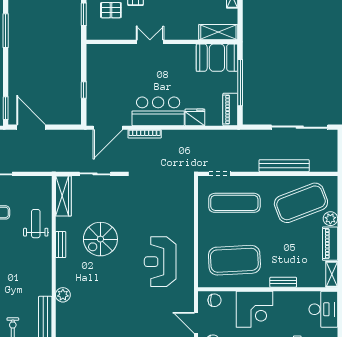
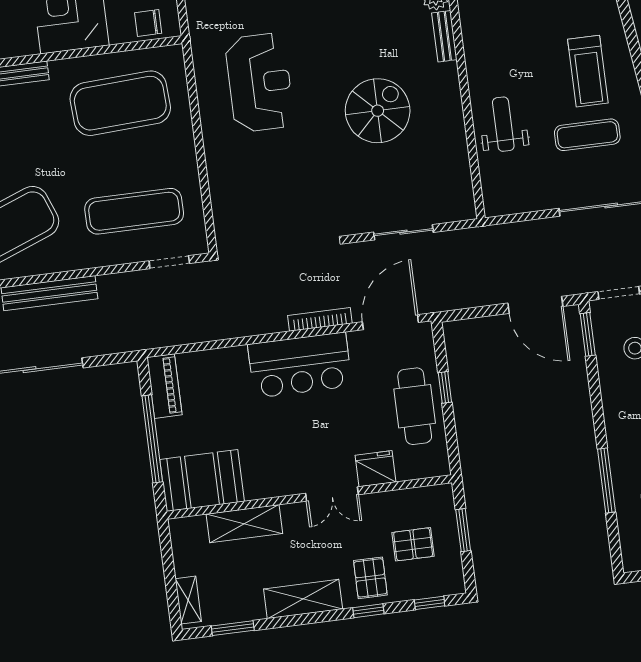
shelving: (218, 32) -> (244, 524), moved
cafe table: (101, 82) -> (415, 406), added
fridge: (195, 117) -> (375, 469), moved, turned 180
wardrobe: (63, 196) -> (458, 183), removed
weight bench: (36, 224) -> (503, 124), turned 180
bench: (61, 245) -> (444, 36), moved

